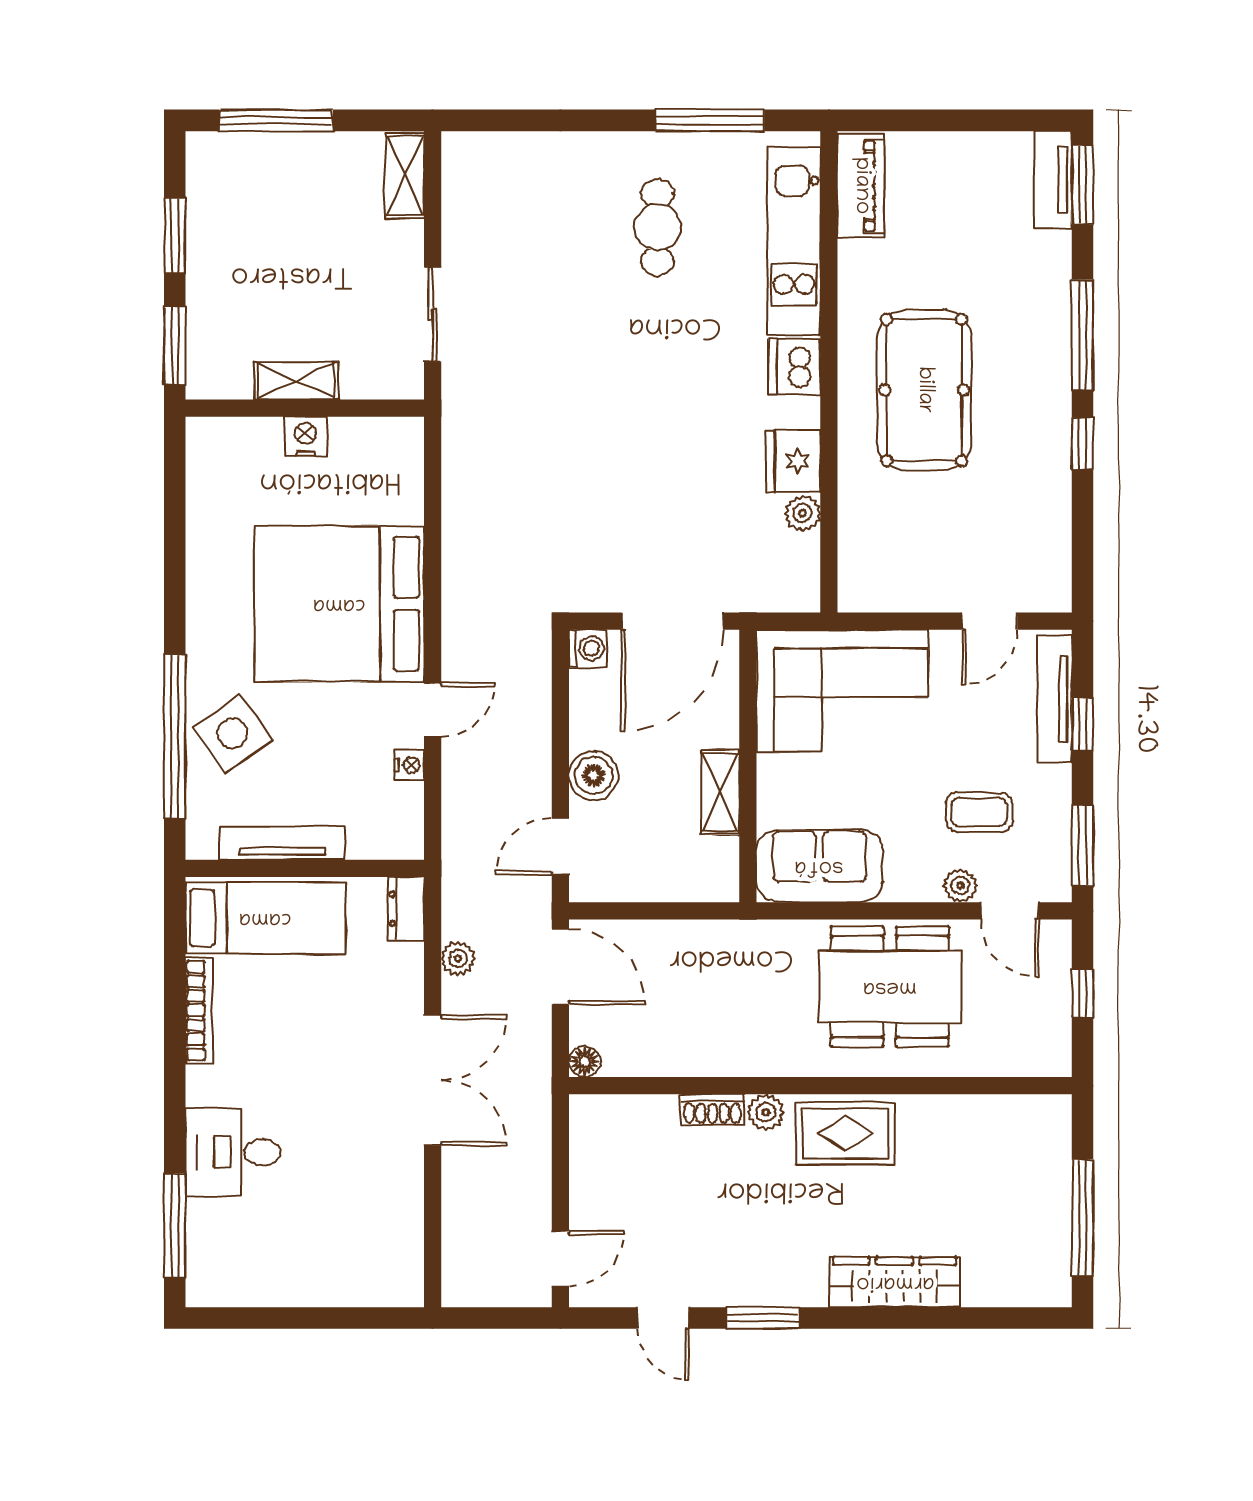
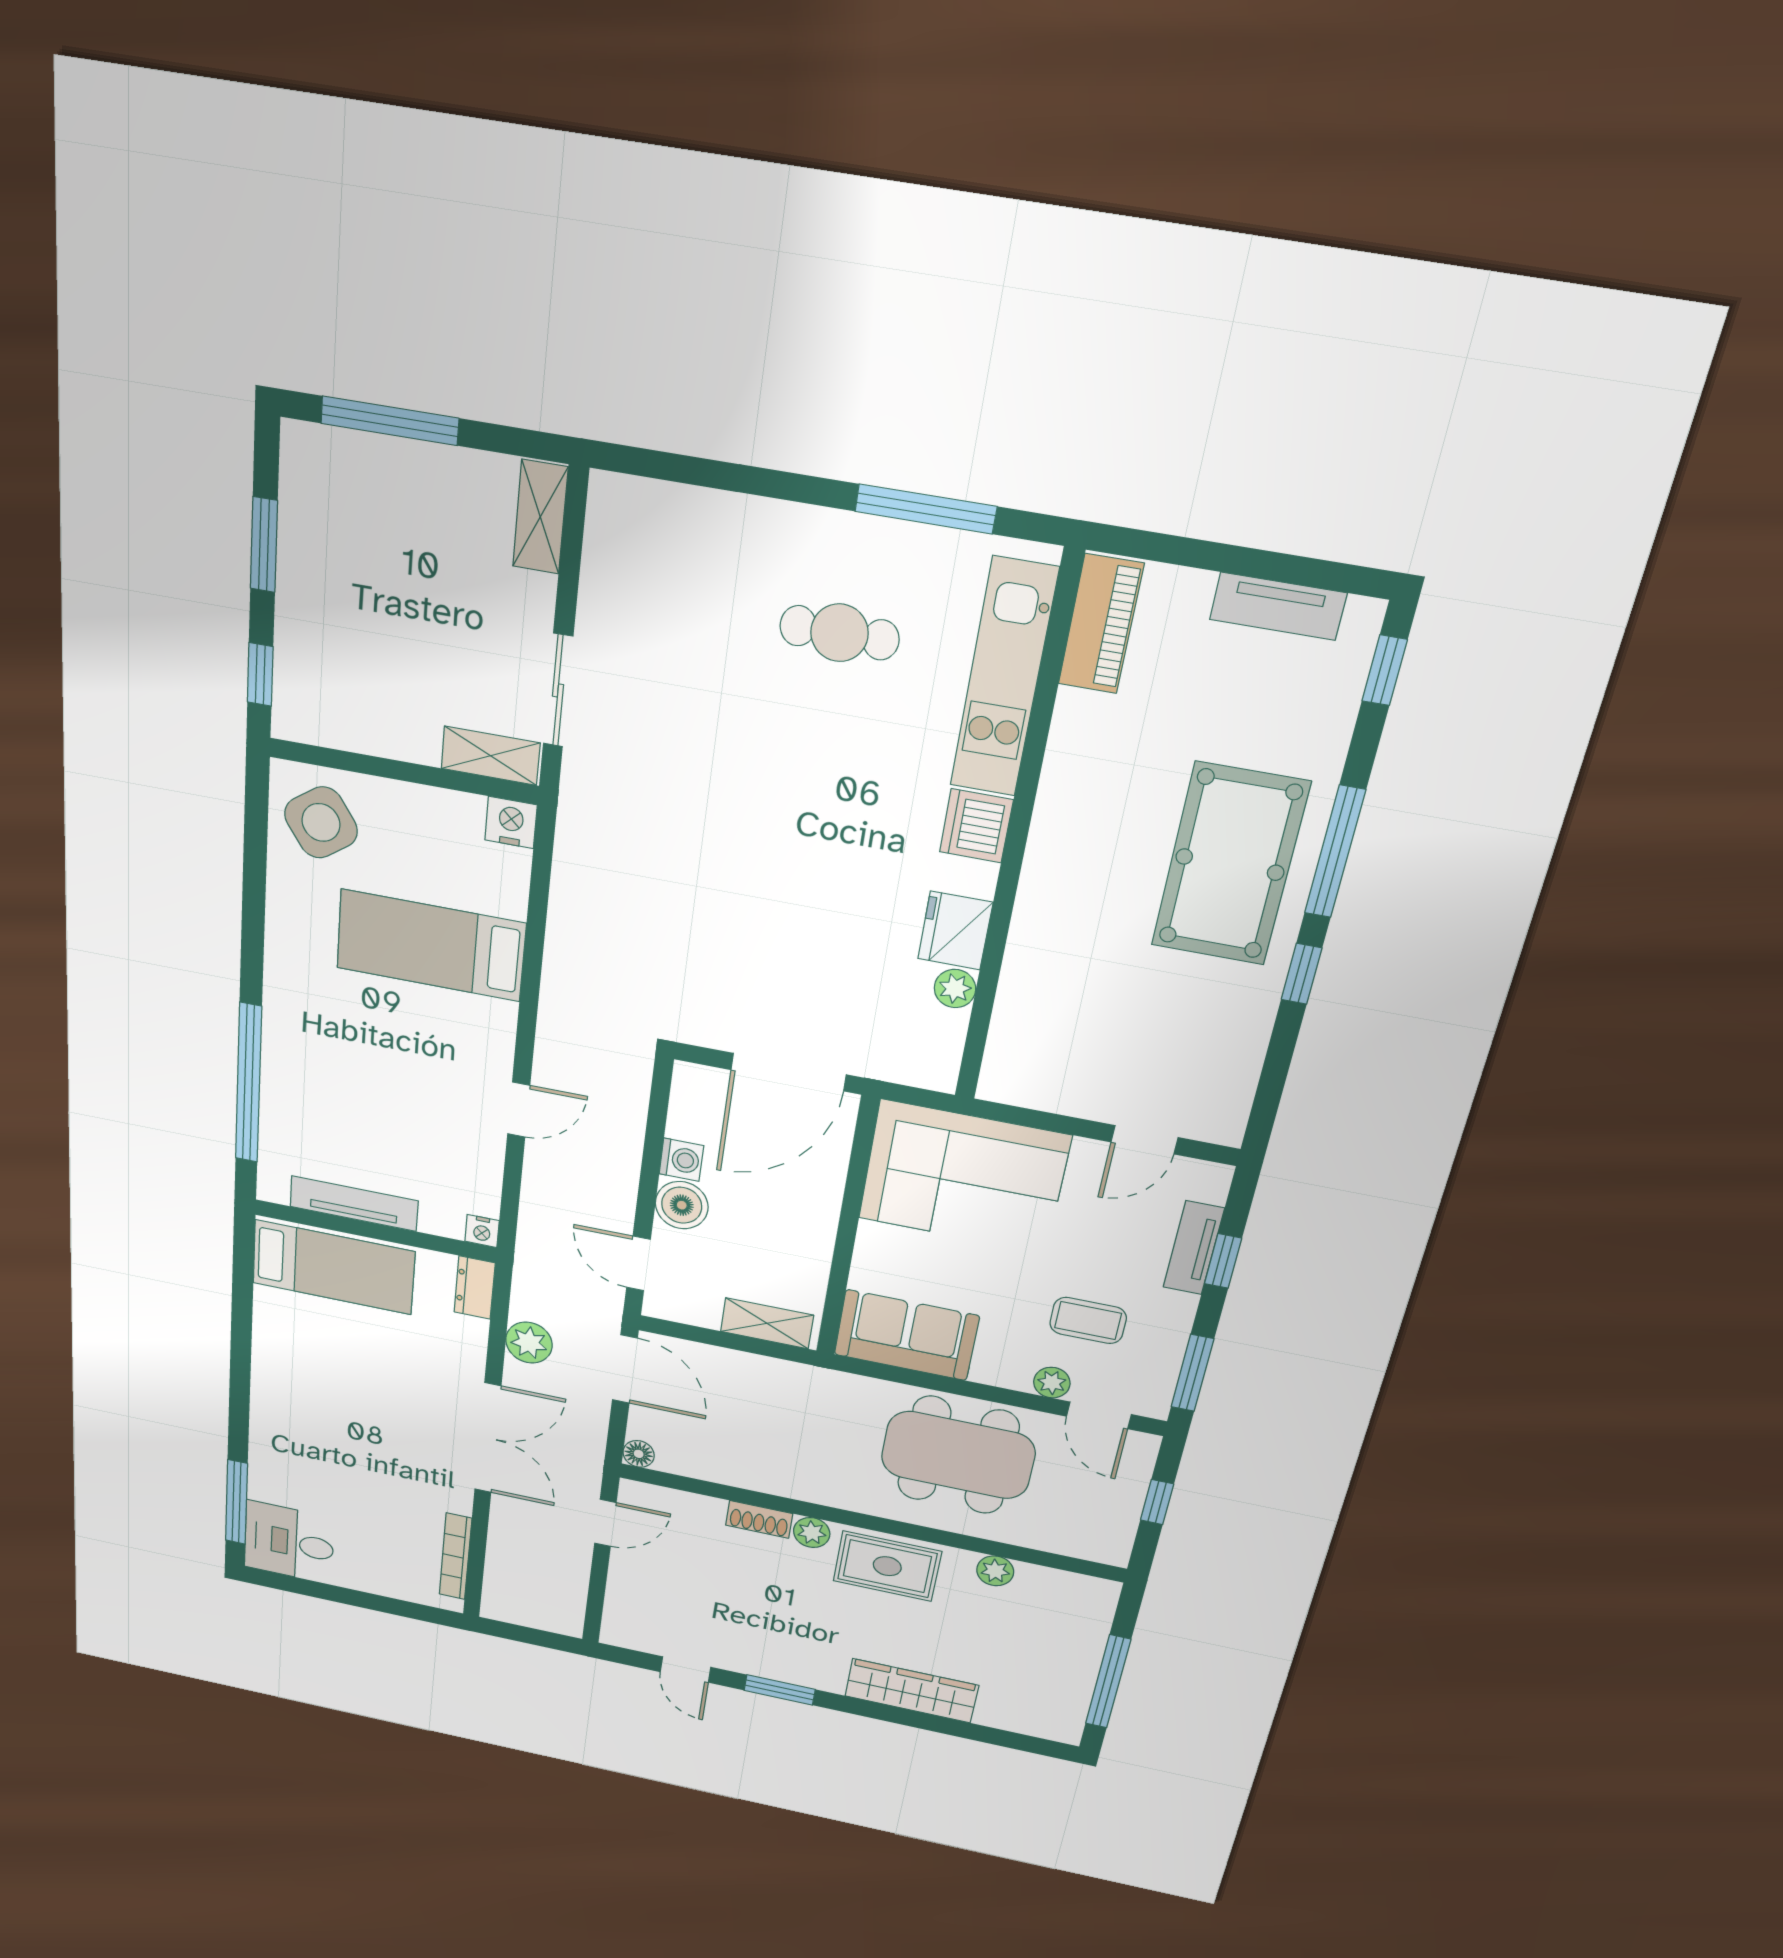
tv unit: (1053, 180) -> (1278, 606), moved, turned -90
window: (1083, 185) -> (1385, 670), width x0.67
cafe table: (658, 227) -> (839, 633), turned 90
window: (175, 346) -> (260, 674), width x0.67
shelving: (296, 381) -> (491, 756), moved
pool table: (924, 390) -> (1230, 865), moved
nightstand: (305, 436) -> (511, 822), moved
bed: (339, 604) -> (431, 945), width x0.49
washing machine: (588, 648) -> (681, 1160), moved
tv unit: (1055, 699) -> (1194, 1248), width x0.71
side table: (232, 733) -> (321, 822), moved
nightstand: (409, 765) -> (482, 1231), moved, turned 90
shelving: (720, 792) -> (767, 1323), moved, turned 90
door: (560, 846) -> (638, 1263), hinge flipped
plant: (458, 958) -> (529, 1343), width x1.38, depth x1.38
bookcase: (199, 1010) -> (455, 1556), moved, turned 180
plant: (949, 1112) -> (995, 1571), added
desk: (233, 1152) -> (289, 1542), moved
door: (560, 1259) -> (605, 1523), moved

